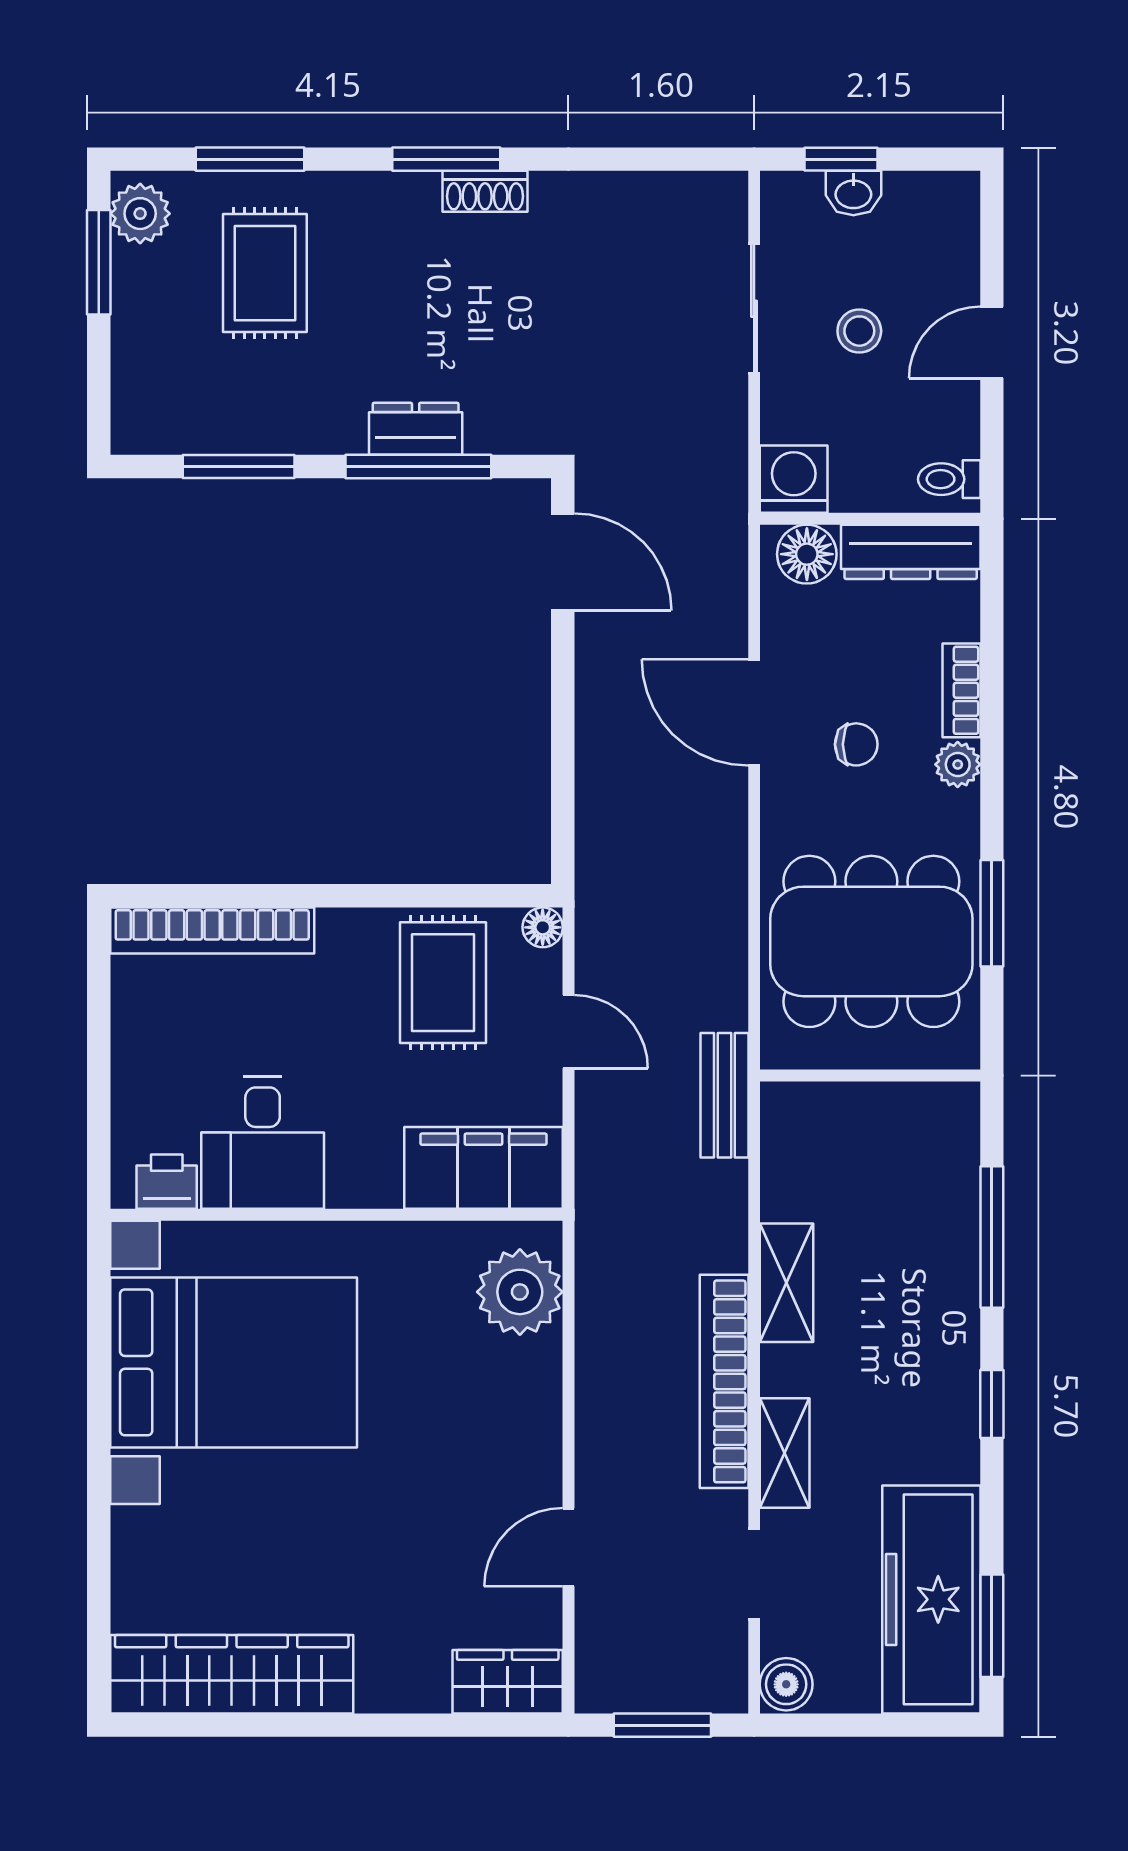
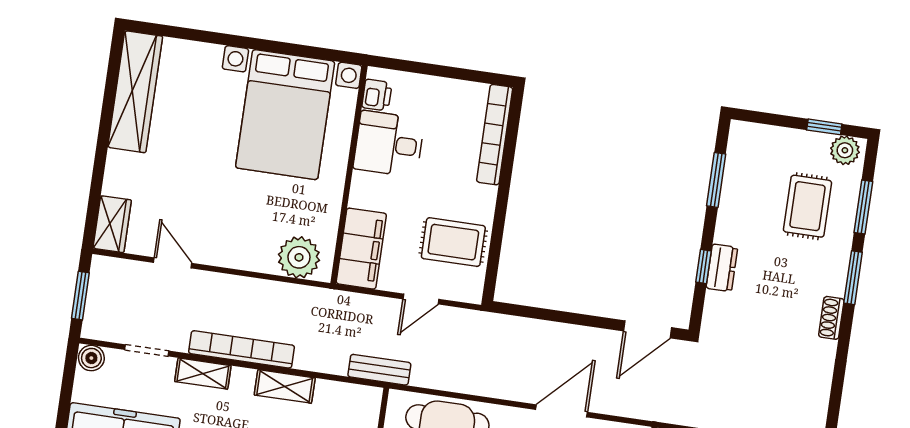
window: (446, 159) -> (853, 278), moved
window: (99, 262) -> (824, 127), width x0.67
rug: (265, 273) -> (807, 206), turned 90
window: (418, 467) -> (704, 267), width x0.46
floor lamp: (543, 927) -> (473, 294), removed

